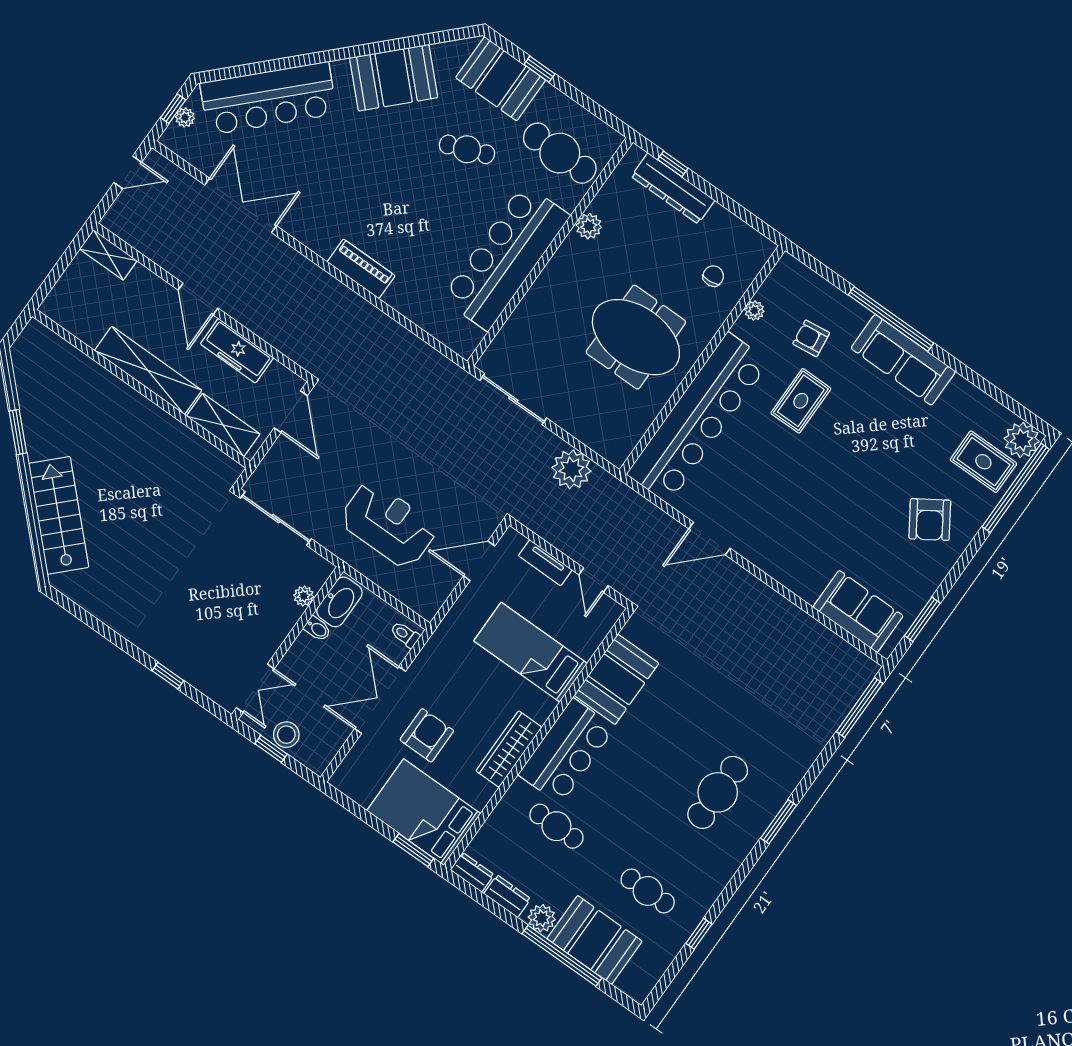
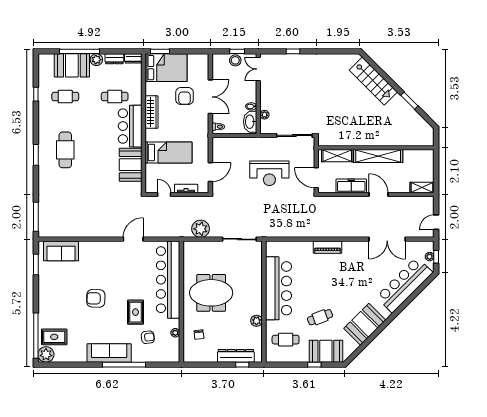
cafe table: (560, 153) -> (286, 340), width x0.73, depth x0.74
armchair: (930, 520) -> (96, 298), moved, turned -56
reception desk: (388, 525) -> (269, 173), moved

